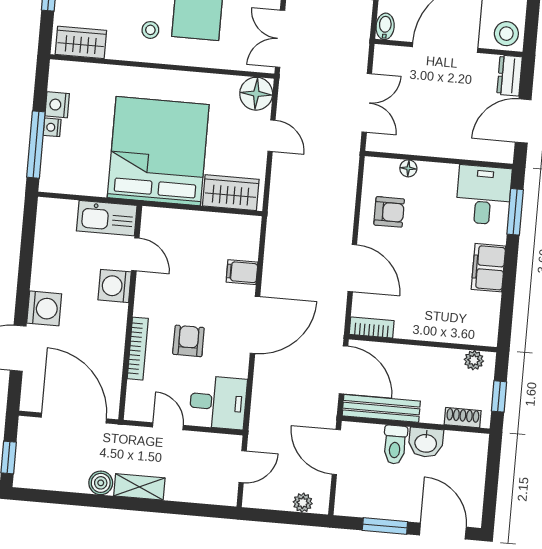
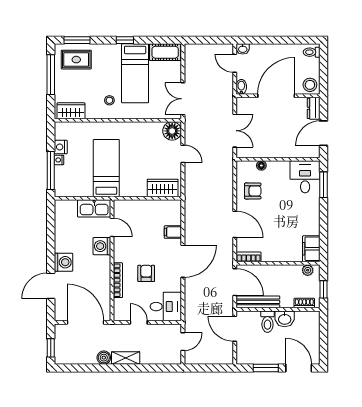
bed: (158, 151) -> (106, 168), width x0.49
filing cabinet: (488, 268) -> (311, 249), moved
plant: (303, 503) -> (218, 359), removed

